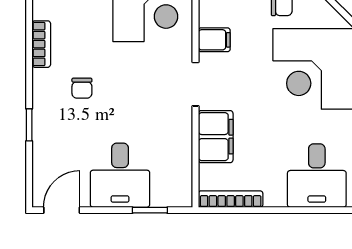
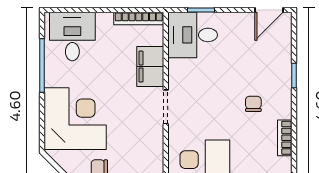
filing cabinet: (214, 40) -> (151, 141), removed
desk: (120, 175) -> (193, 35), moved, turned -90

